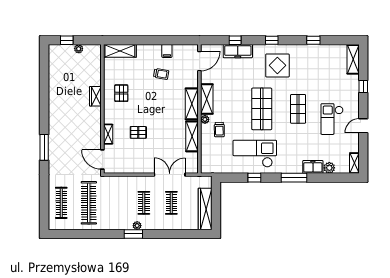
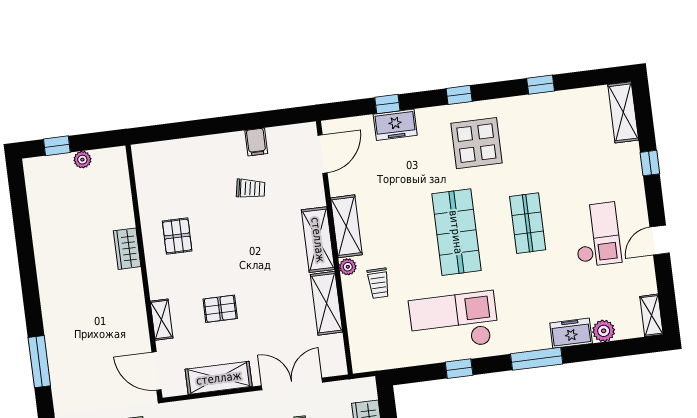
shelving: (120, 51) -> (219, 378), moved
freezer: (238, 51) -> (395, 125), width x0.71
checkout: (332, 119) -> (597, 235), turned 180

